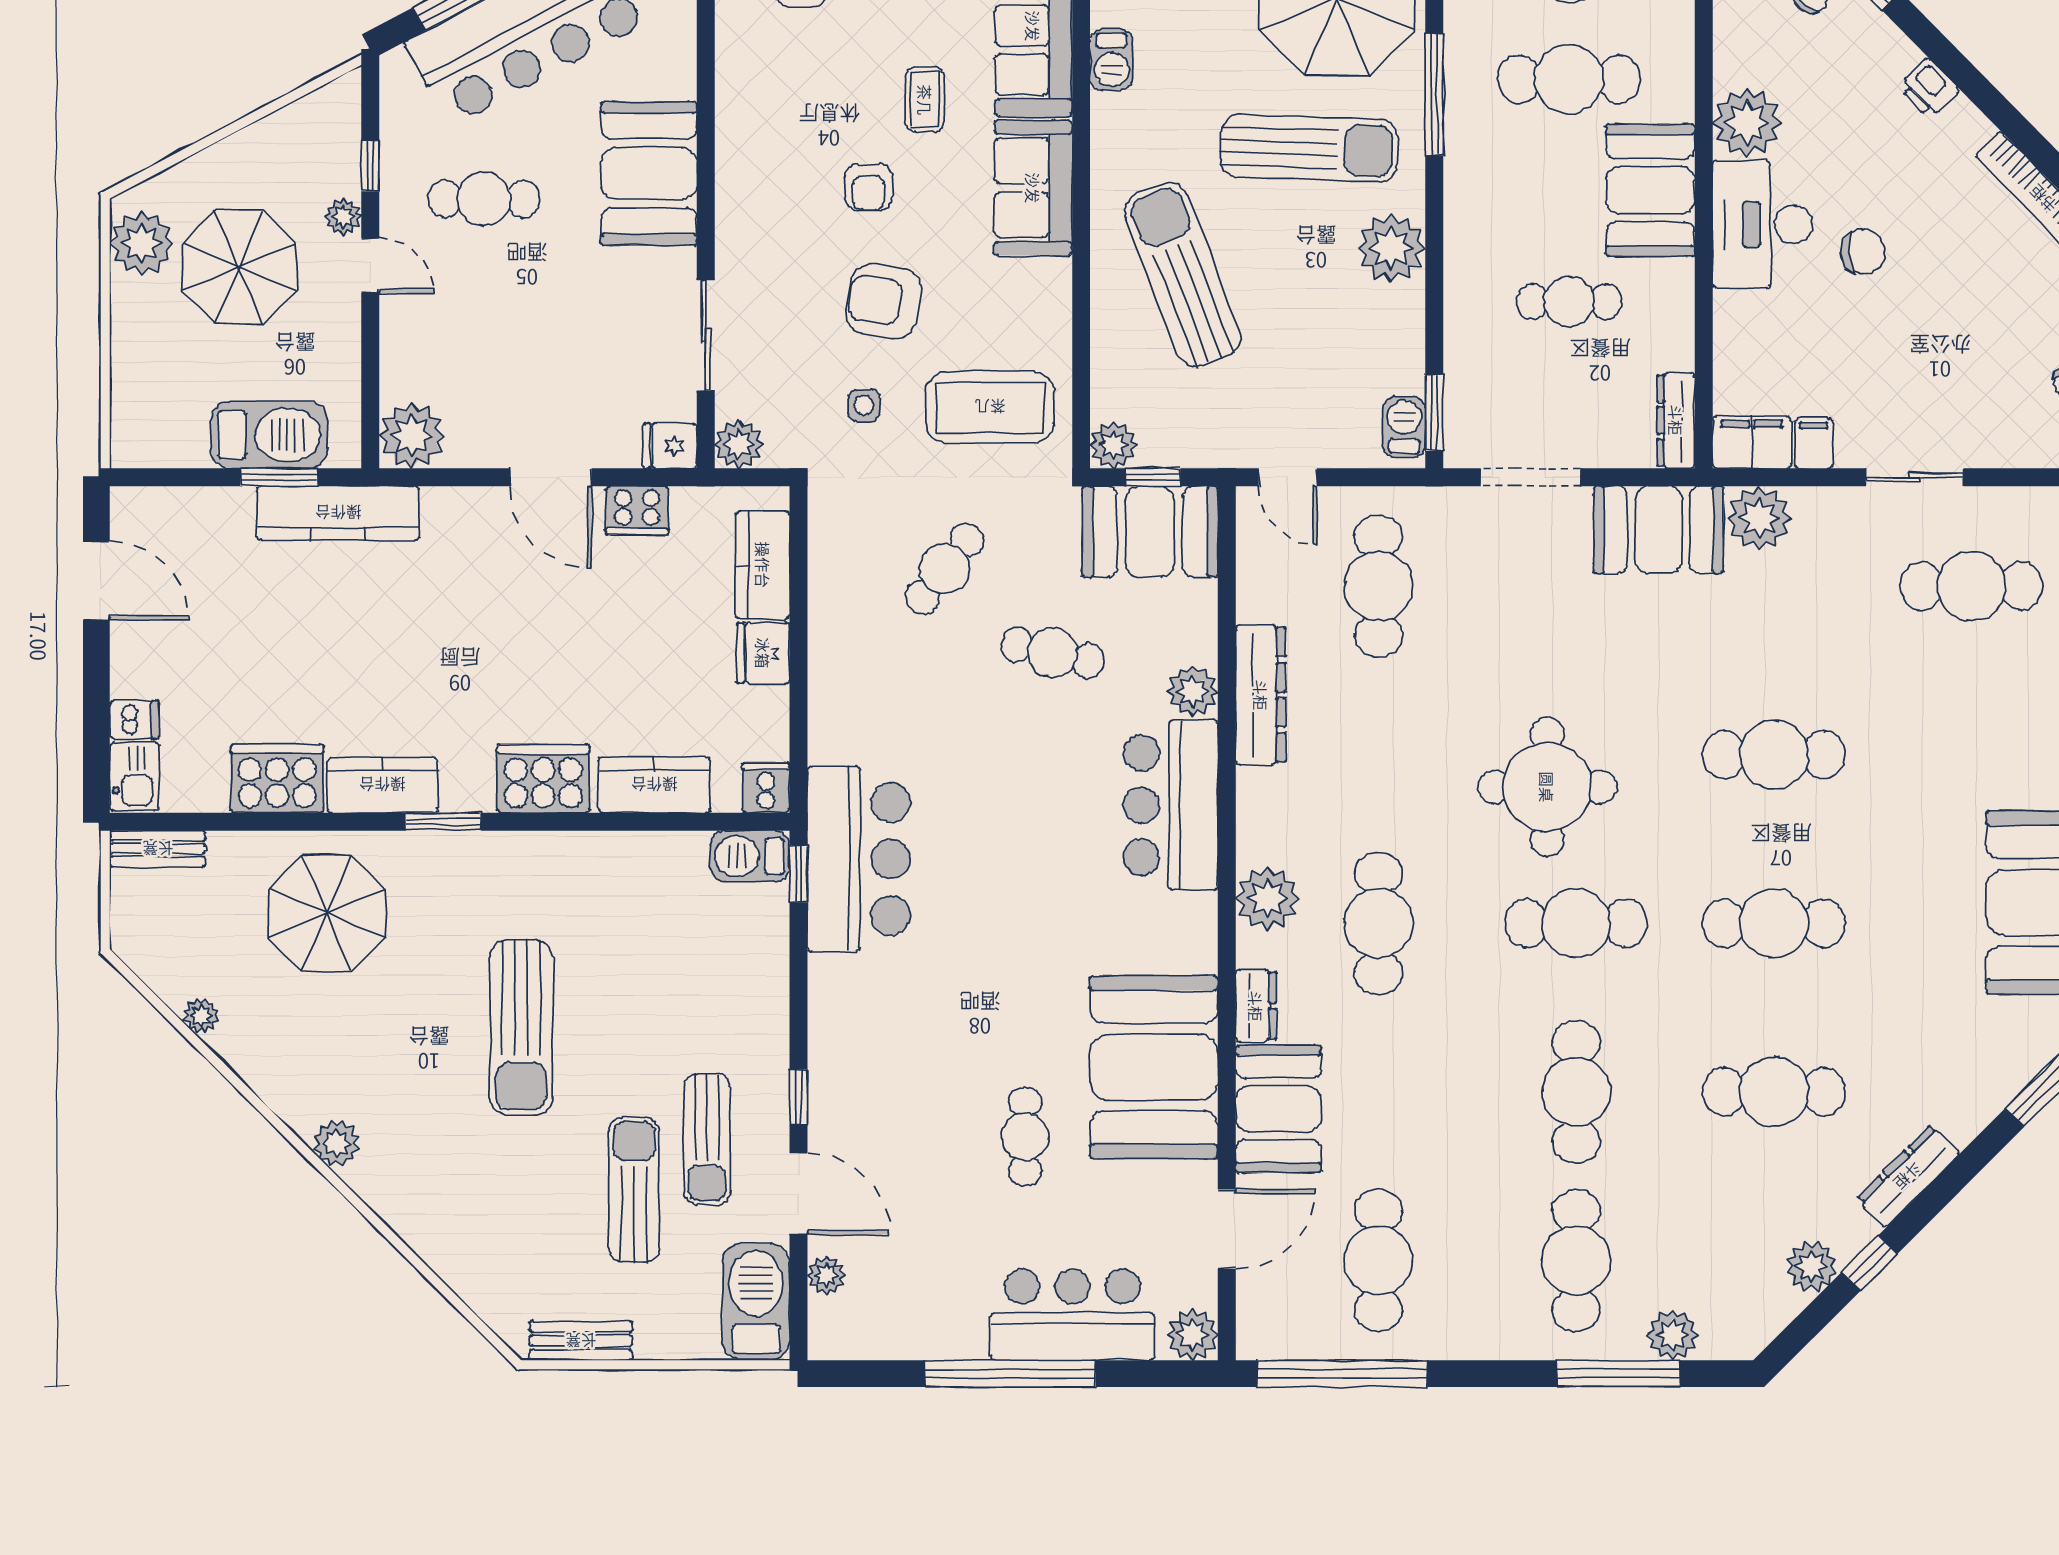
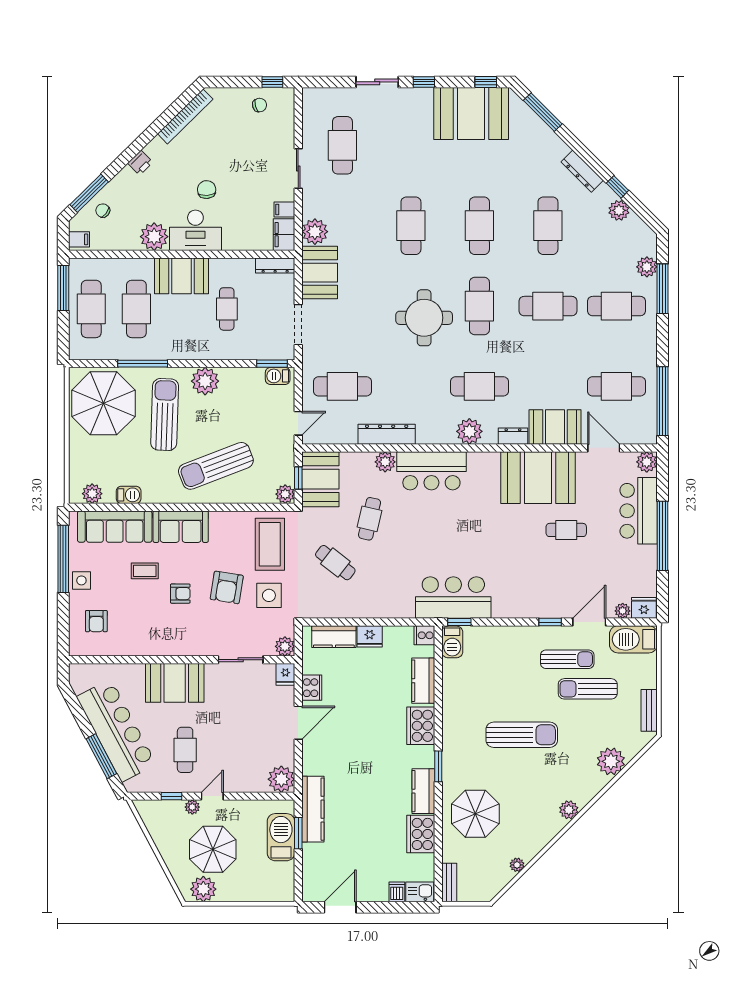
side table: (864, 405) -> (269, 595), width x1.87, depth x1.87
plant: (456, 1247) -> (611, 761), added
fridge: (833, 1328) -> (644, 608), added

